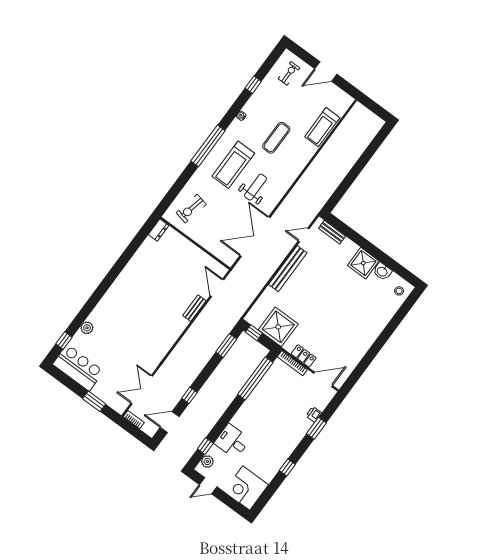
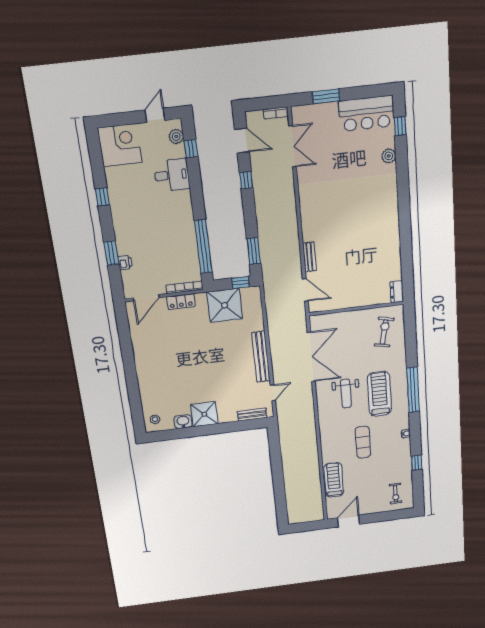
door: (326, 71) -> (349, 521), moved
door: (170, 422) -> (242, 141), hinge flipped

